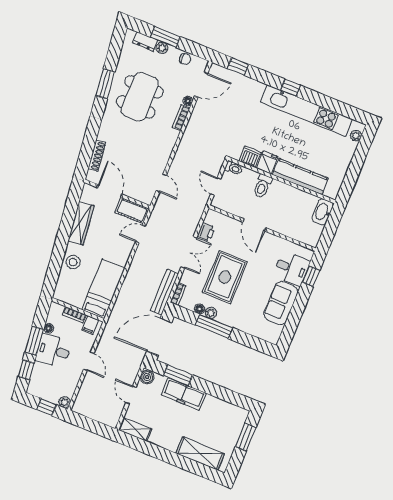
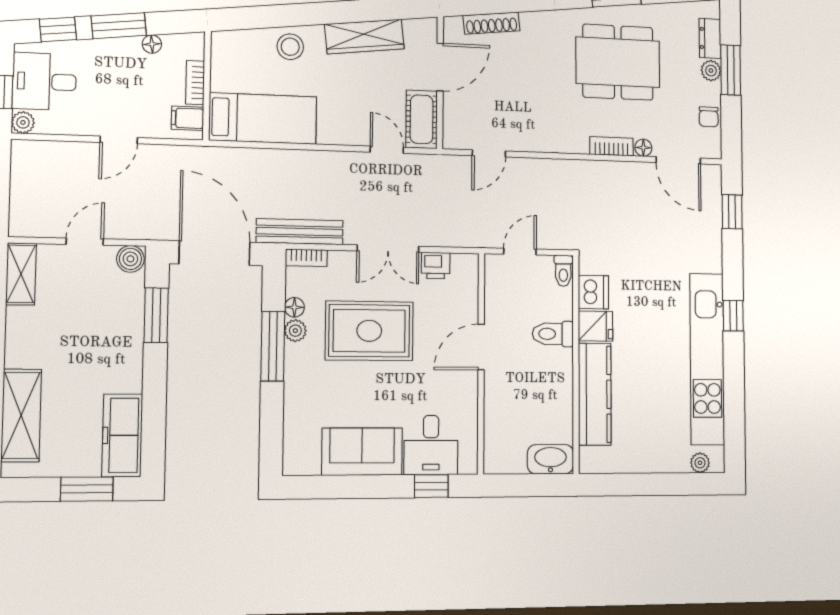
desk: (53, 351) -> (44, 82), moved, turned -83
freezer: (184, 394) -> (122, 435), moved

